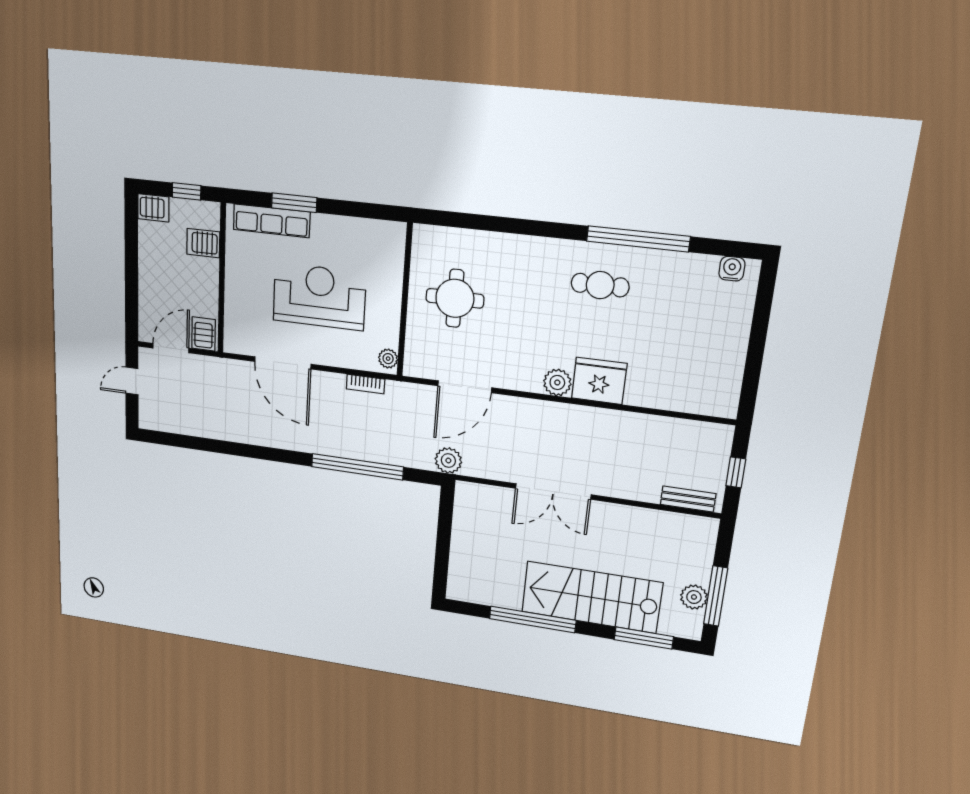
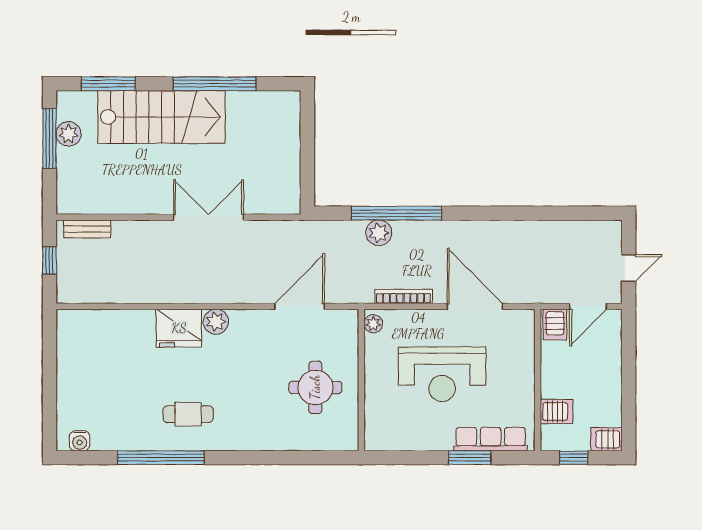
bookcase: (366, 384) -> (404, 296), width x1.56
plant: (448, 461) -> (379, 233), moved

